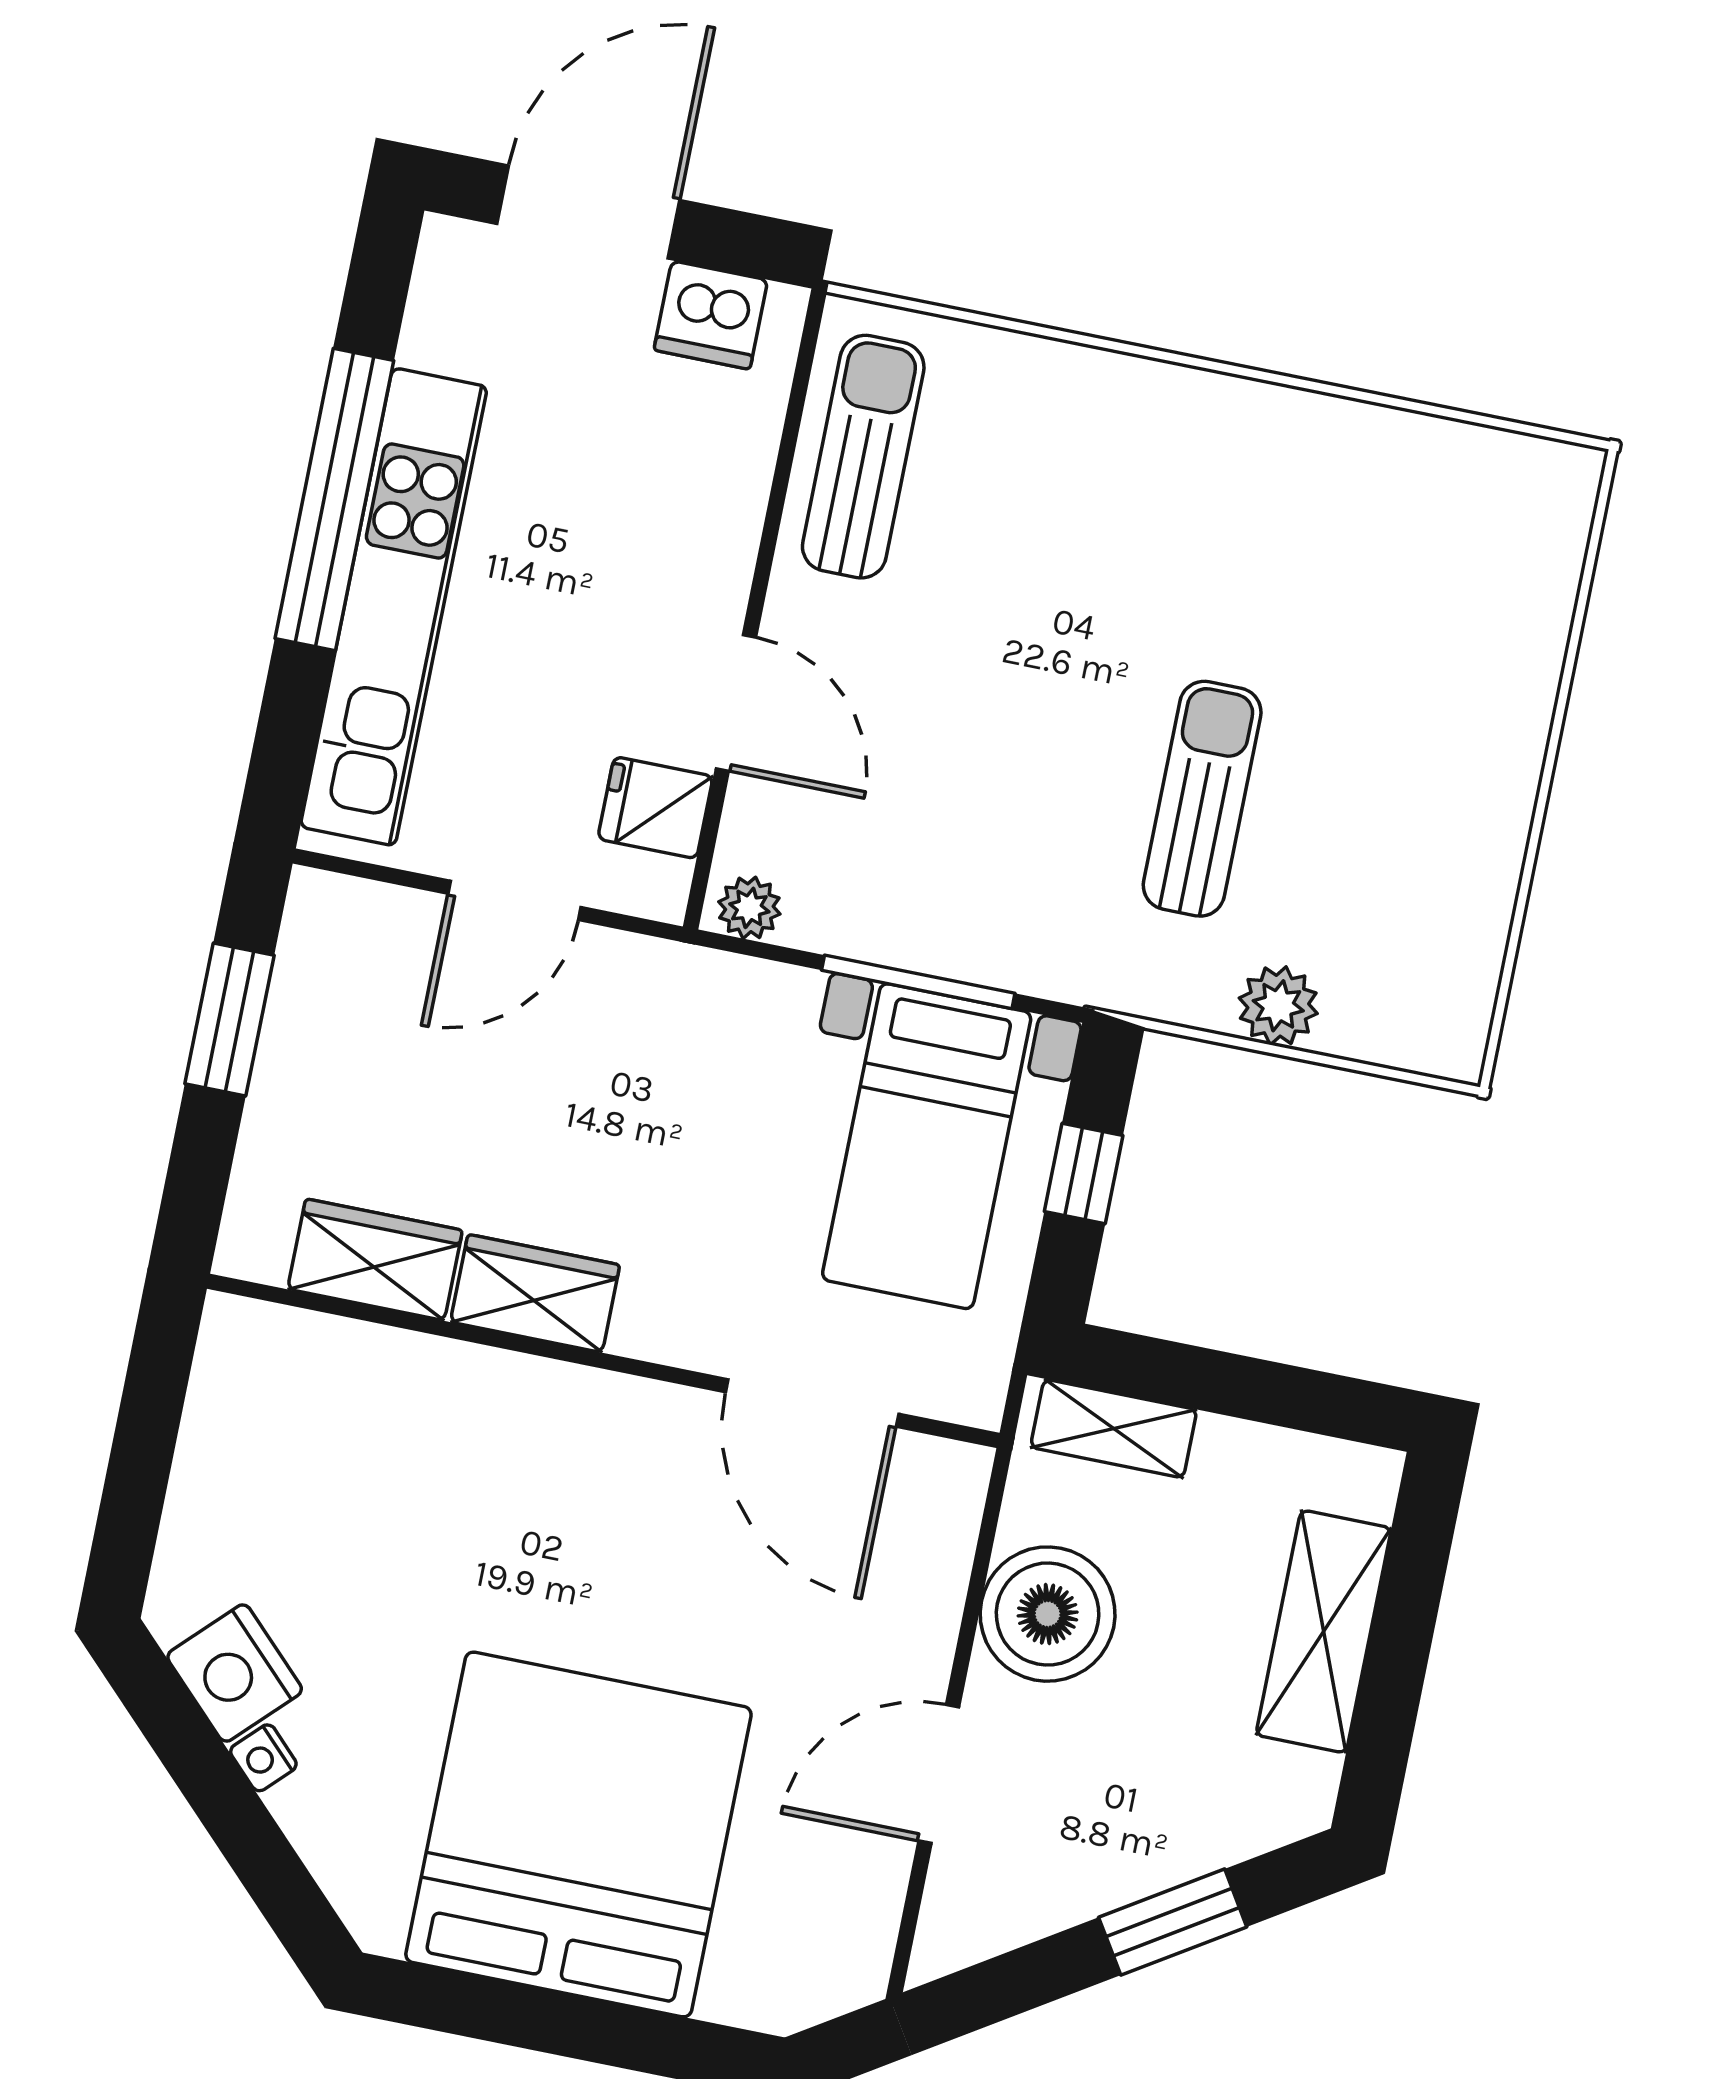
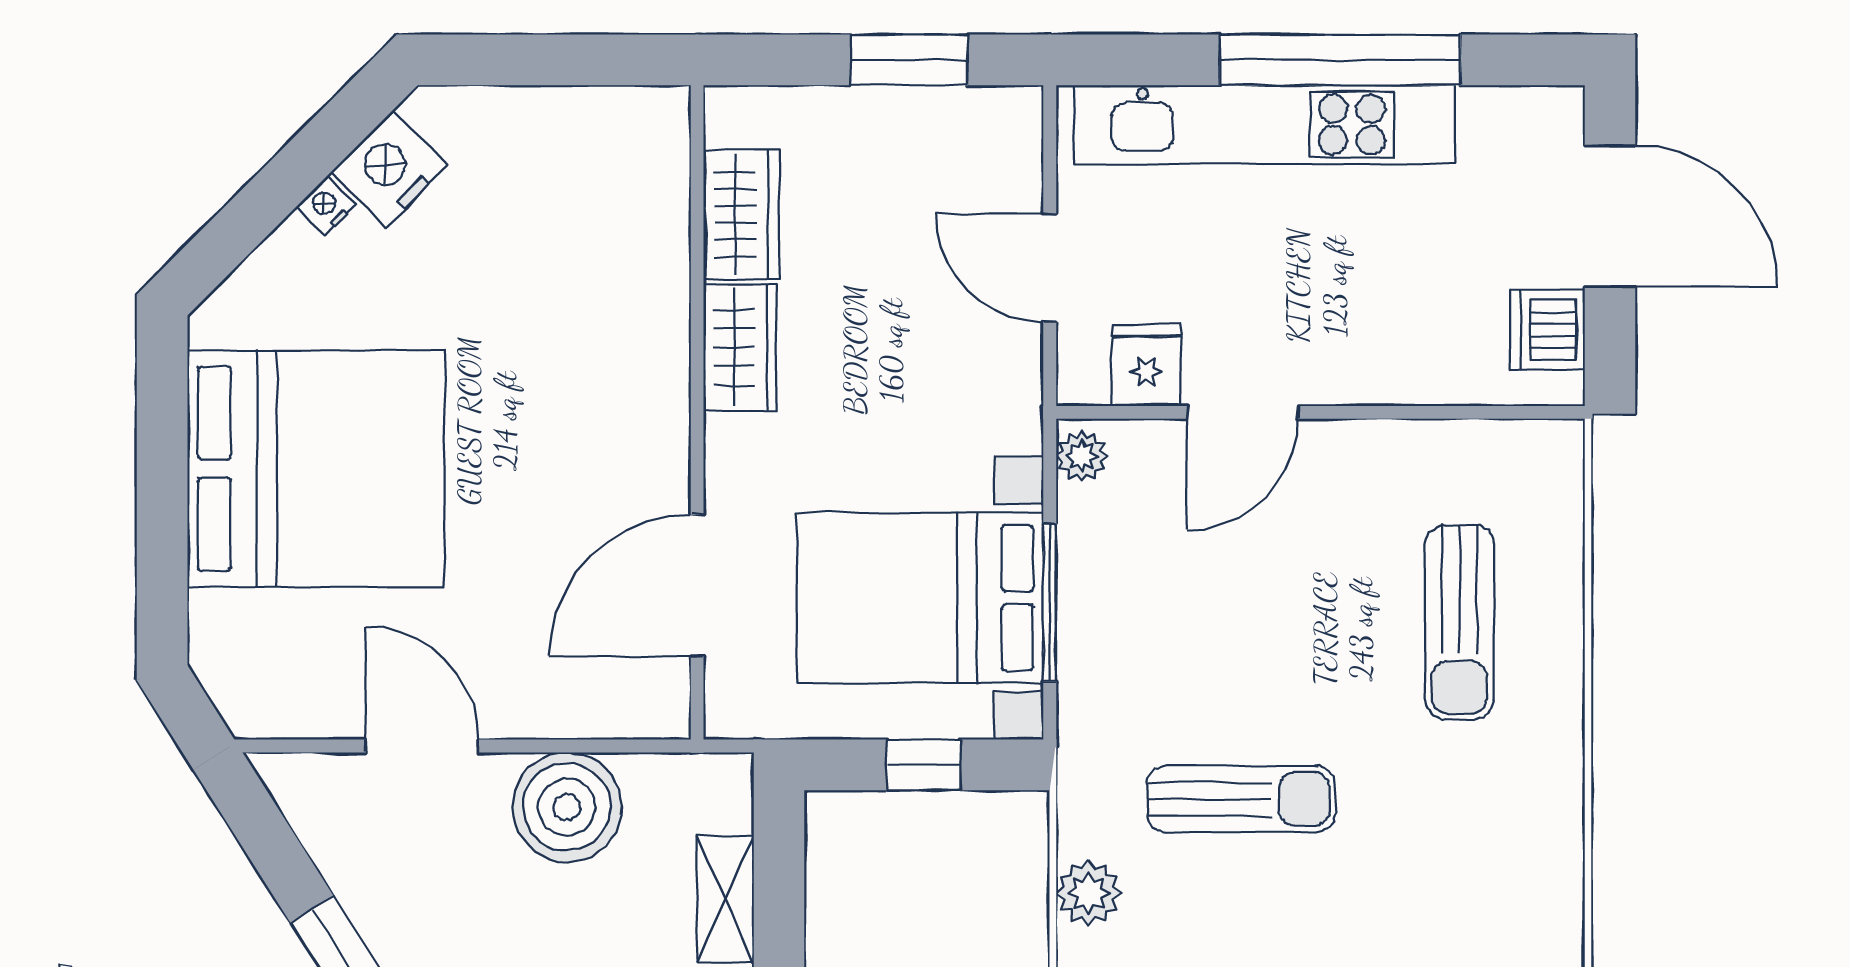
sun lounger: (863, 457) -> (1459, 622), moved, turned 90
bed with nightstands: (927, 1146) -> (920, 598), width x1.36
shelving: (1114, 1429) -> (725, 899), moved

